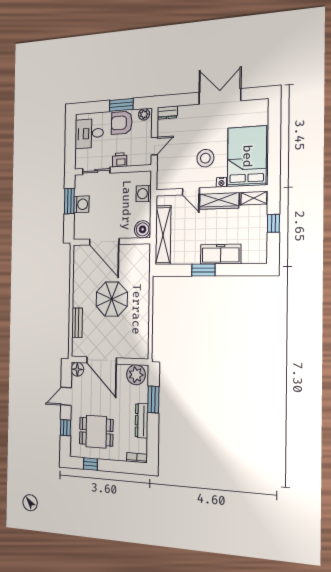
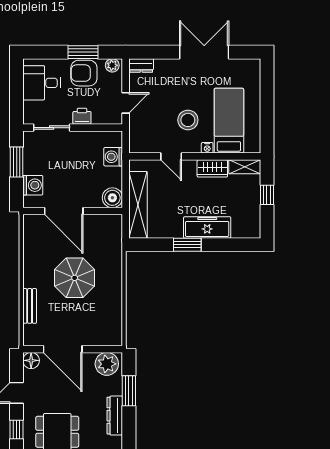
bed: (247, 156) -> (229, 121), width x0.67
wardrobe: (219, 201) -> (212, 168), width x0.67
washing machine: (81, 204) -> (33, 185), moved

